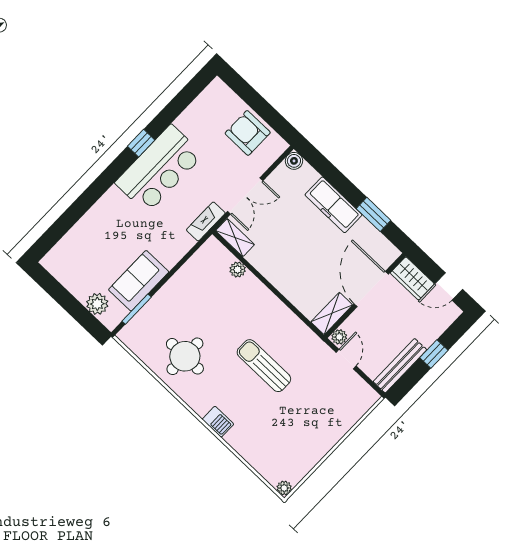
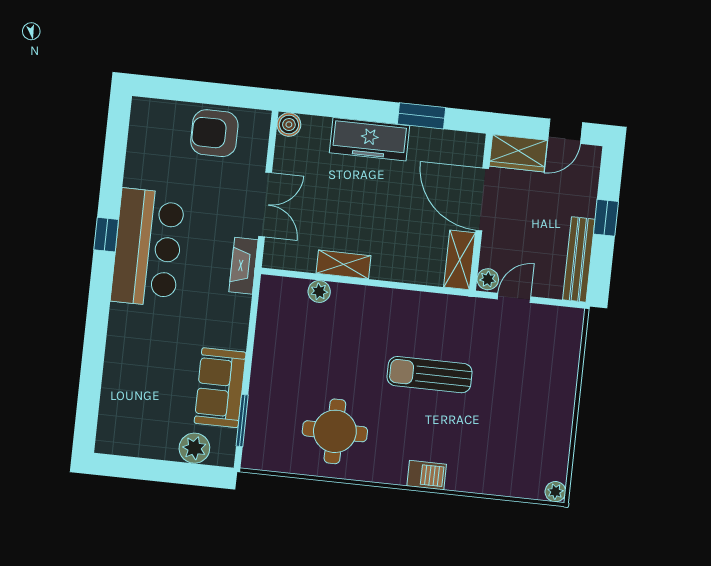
shelving: (235, 238) -> (343, 265), moved
door: (346, 359) -> (514, 298), hinge flipped

